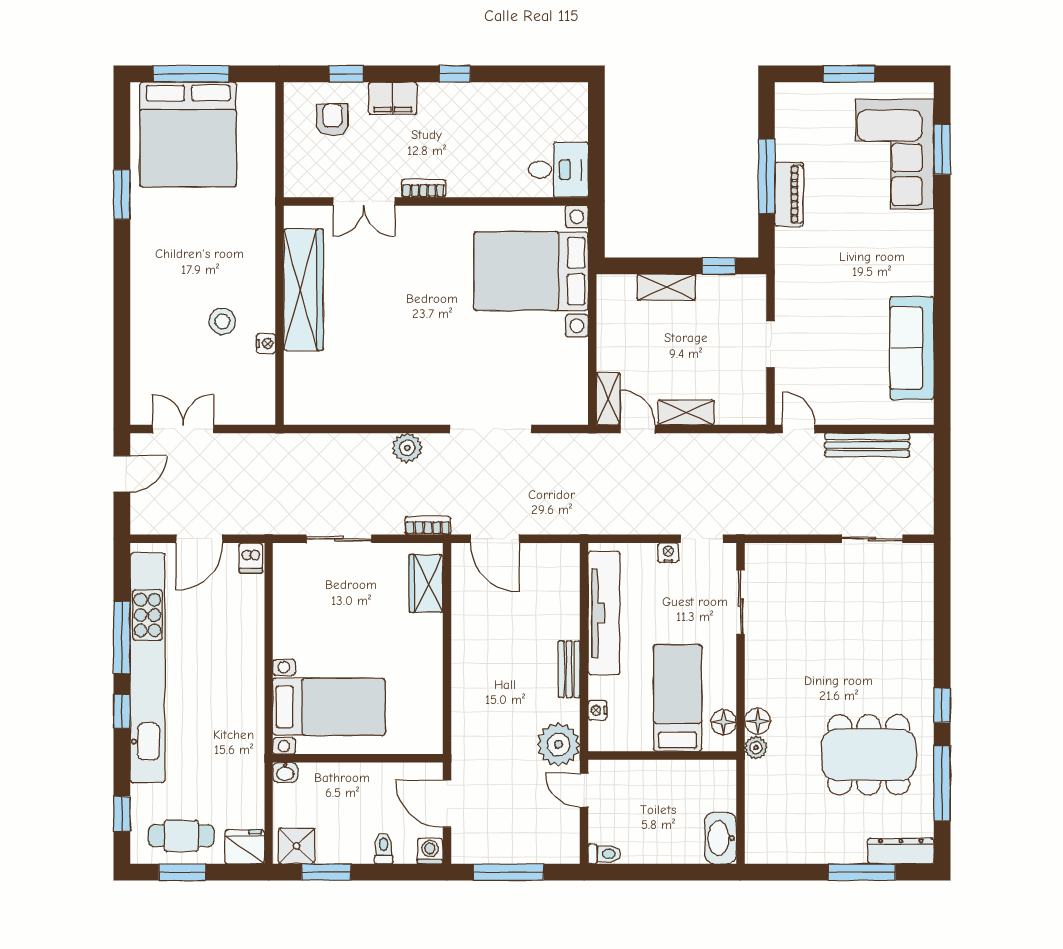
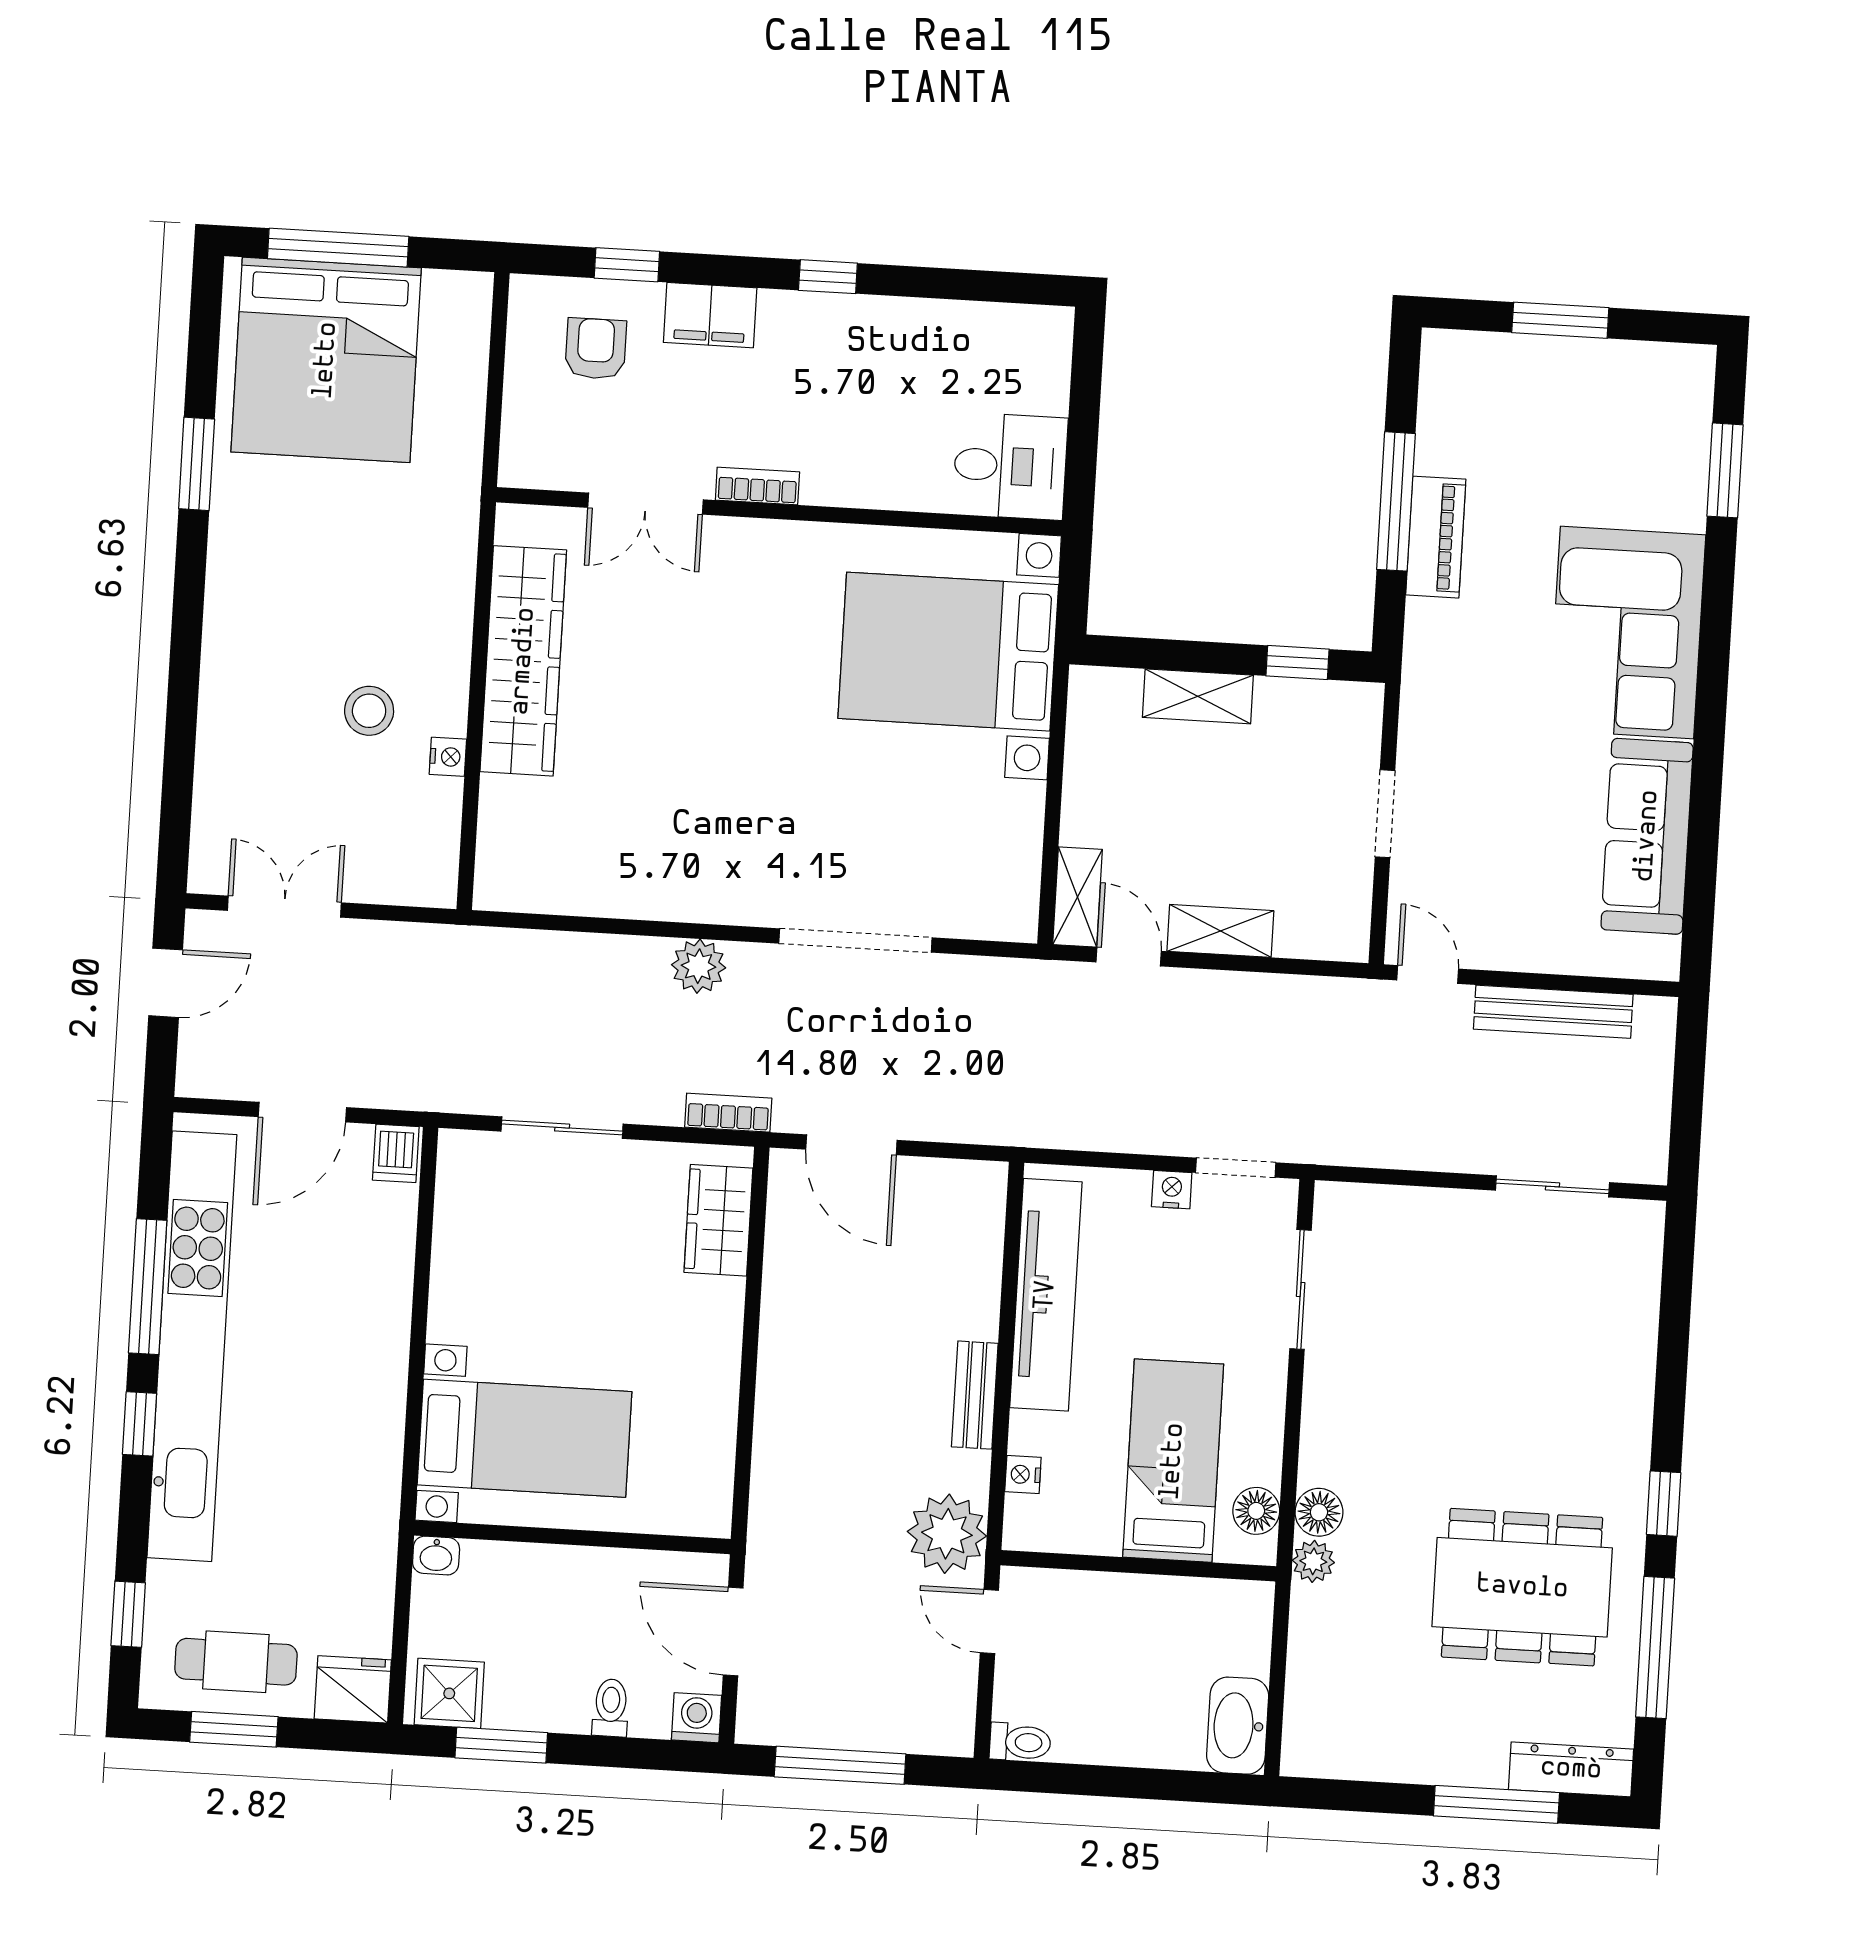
corner sofa: (895, 154) -> (1627, 633), moved

